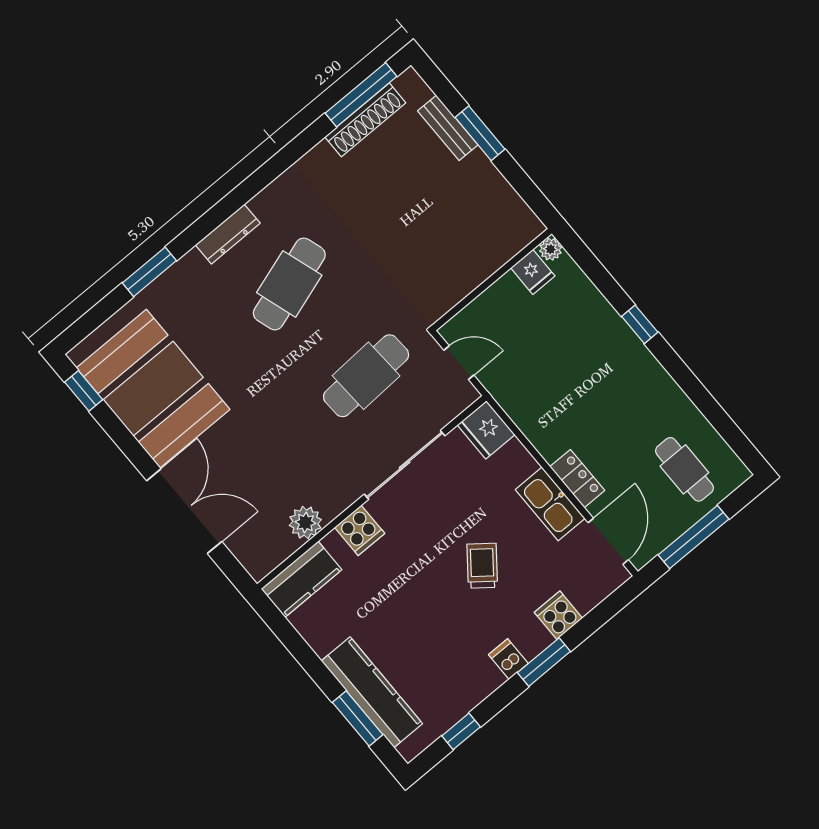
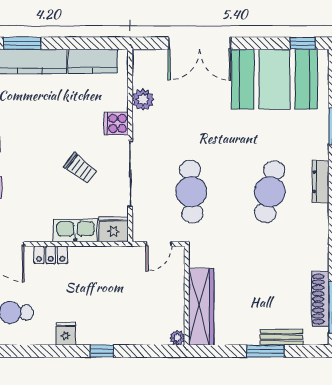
wardrobe: (491, 252) -> (201, 307), added
fridge: (533, 272) -> (66, 334), moved, turned 90
cafe table: (289, 284) -> (270, 192), turned 30
kitchen sink: (550, 504) -> (75, 230), moved
trolley: (482, 566) -> (80, 169), moved
kitchen counter: (301, 579) -> (93, 61), moved, turned -90

